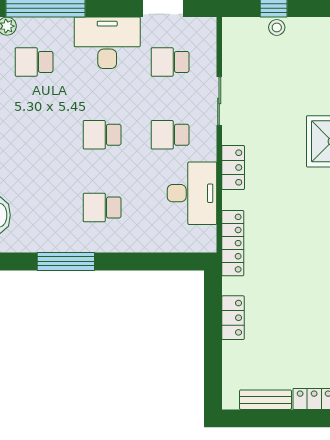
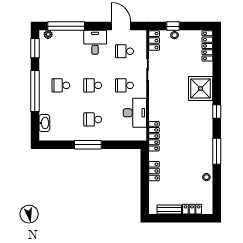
desk: (107, 43) -> (95, 42), width x0.73
school desk: (34, 62) -> (61, 85), moved
locker: (233, 168) -> (154, 41), moved
window: (66, 261) -> (88, 145), moved

